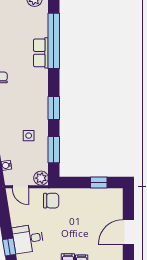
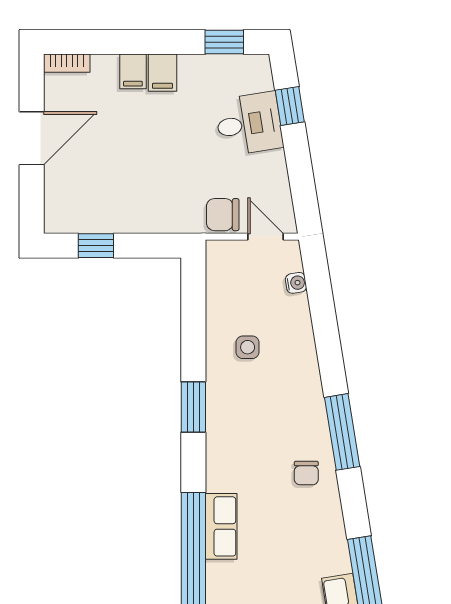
window: (54, 150) -> (193, 317), removed
plant: (41, 178) -> (221, 255), removed
chair: (51, 201) -> (223, 215), moved

